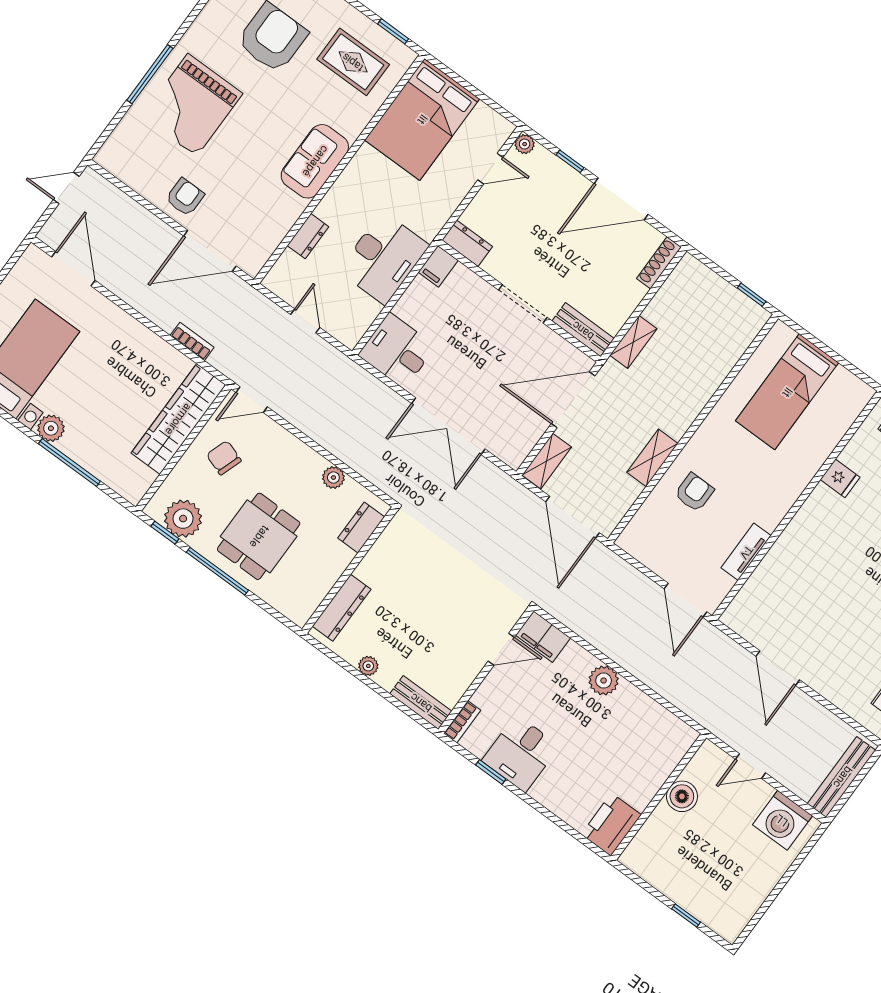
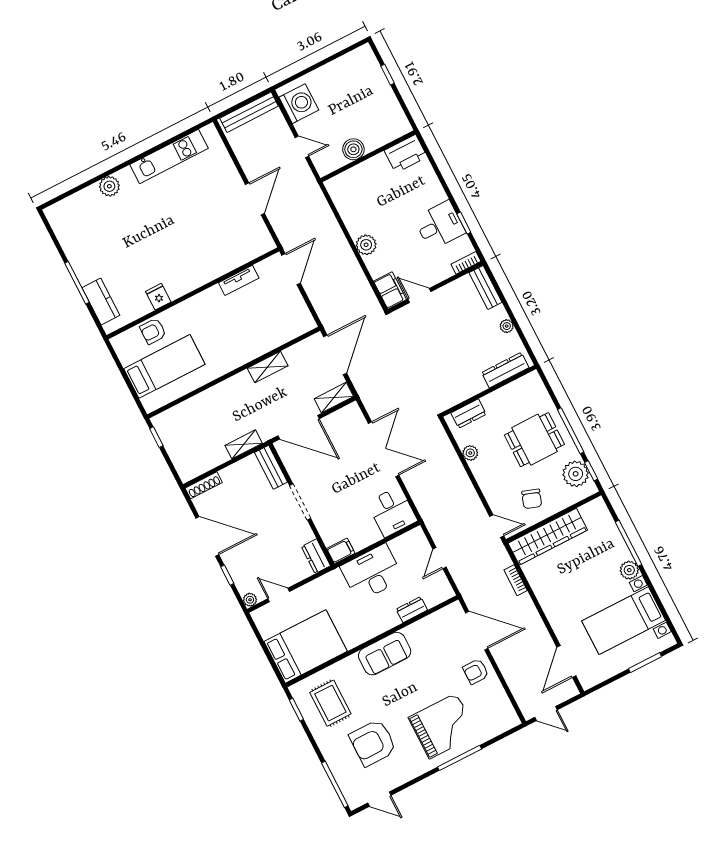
armchair: (694, 492) -> (153, 331), moved

